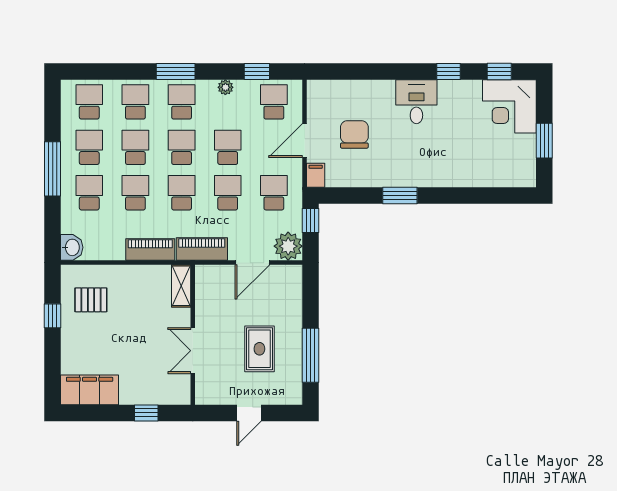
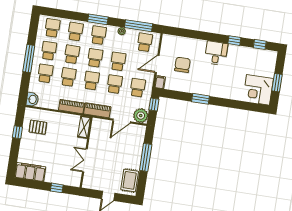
window: (257, 71) -> (139, 26), width x2.17
corner desk: (509, 106) -> (258, 90), moved
rug: (259, 349) -> (130, 180), moved
window: (311, 355) -> (146, 157), moved

